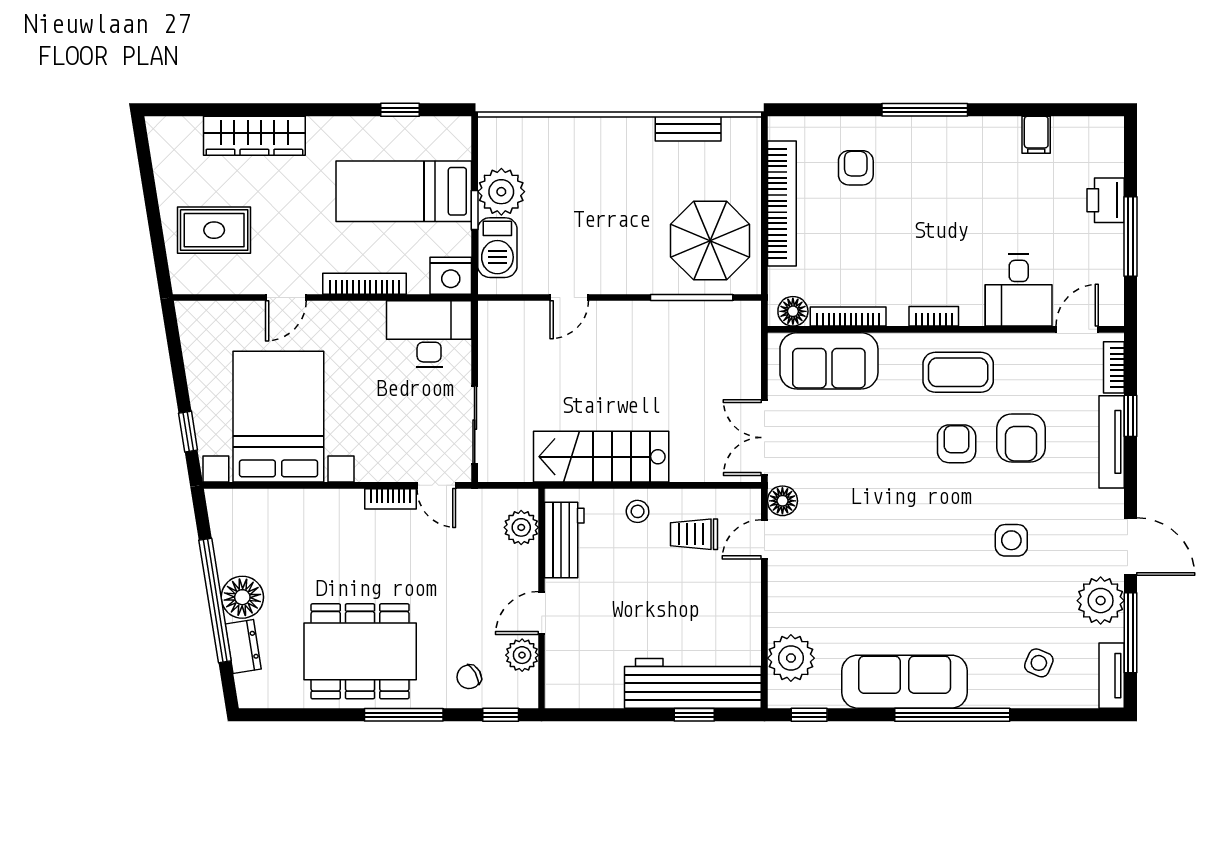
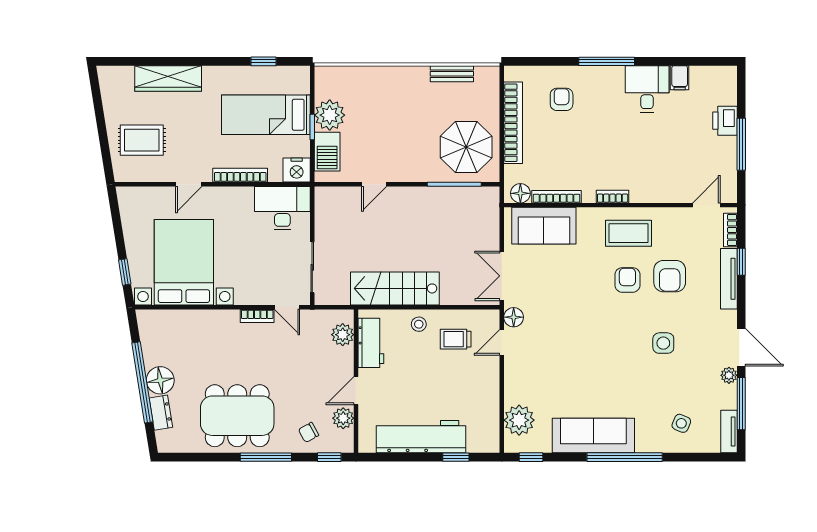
desk: (1019, 290) -> (647, 89), moved, turned 180
plant: (1101, 601) -> (729, 375), width x0.53, depth x0.53
workbench: (693, 683) -> (421, 437), moved

